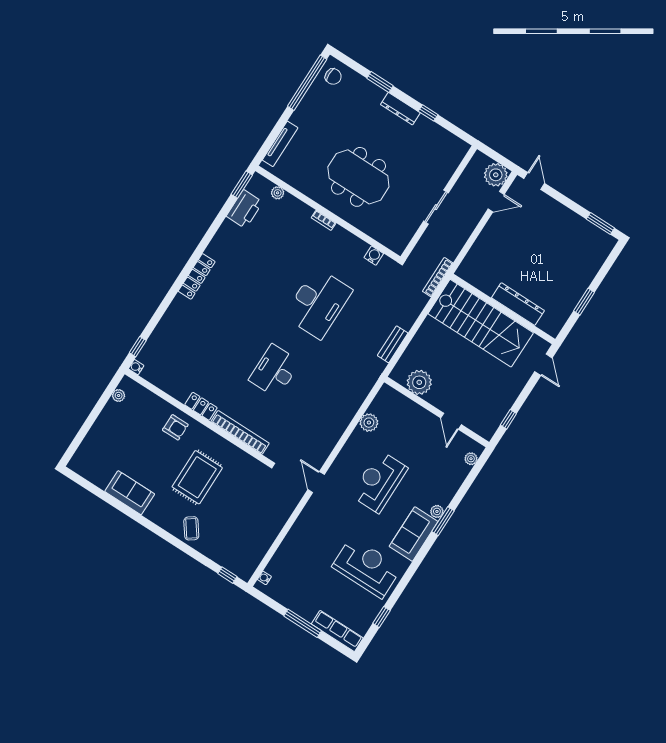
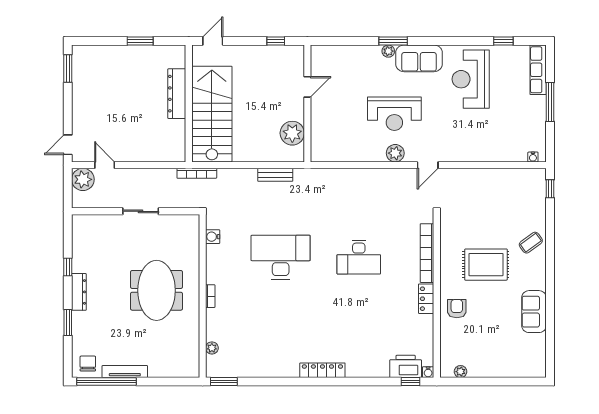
tv unit: (280, 144) -> (125, 372), moved
printer: (245, 209) -> (406, 366), moved
plant: (369, 423) -> (395, 153), moved
plant: (471, 459) -> (328, 51), removed

